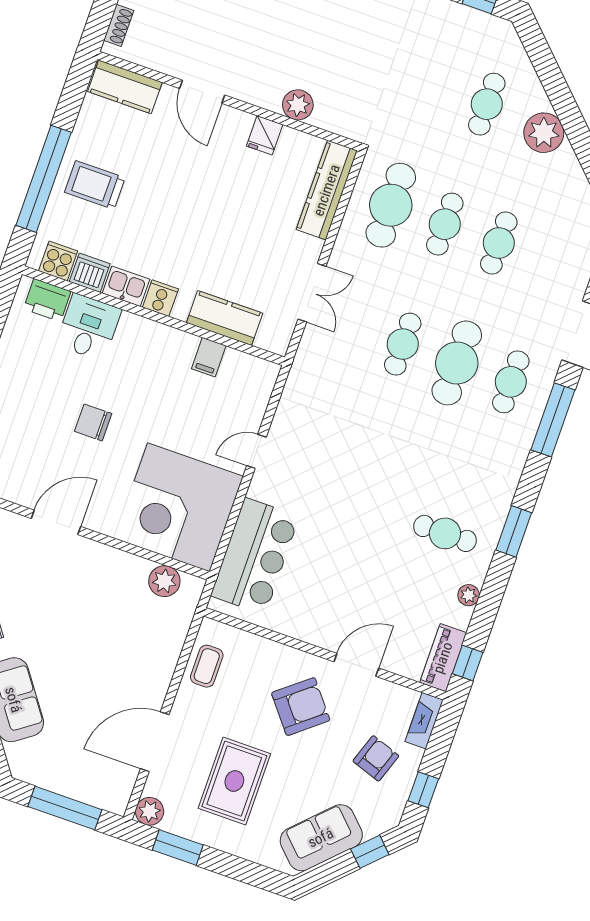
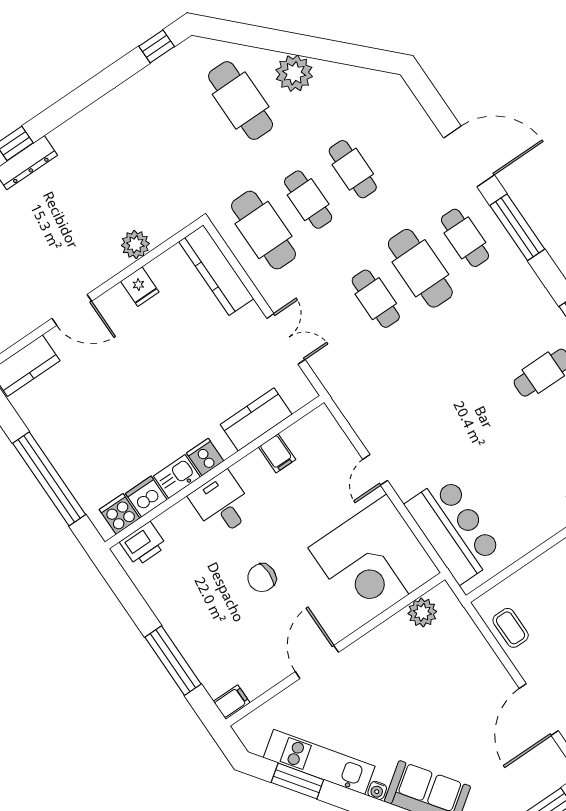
cafe table: (487, 104) -> (241, 101), width x1.37, depth x1.35
trolley: (95, 185) -> (83, 443), removed
desk: (89, 327) -> (222, 504), moved

